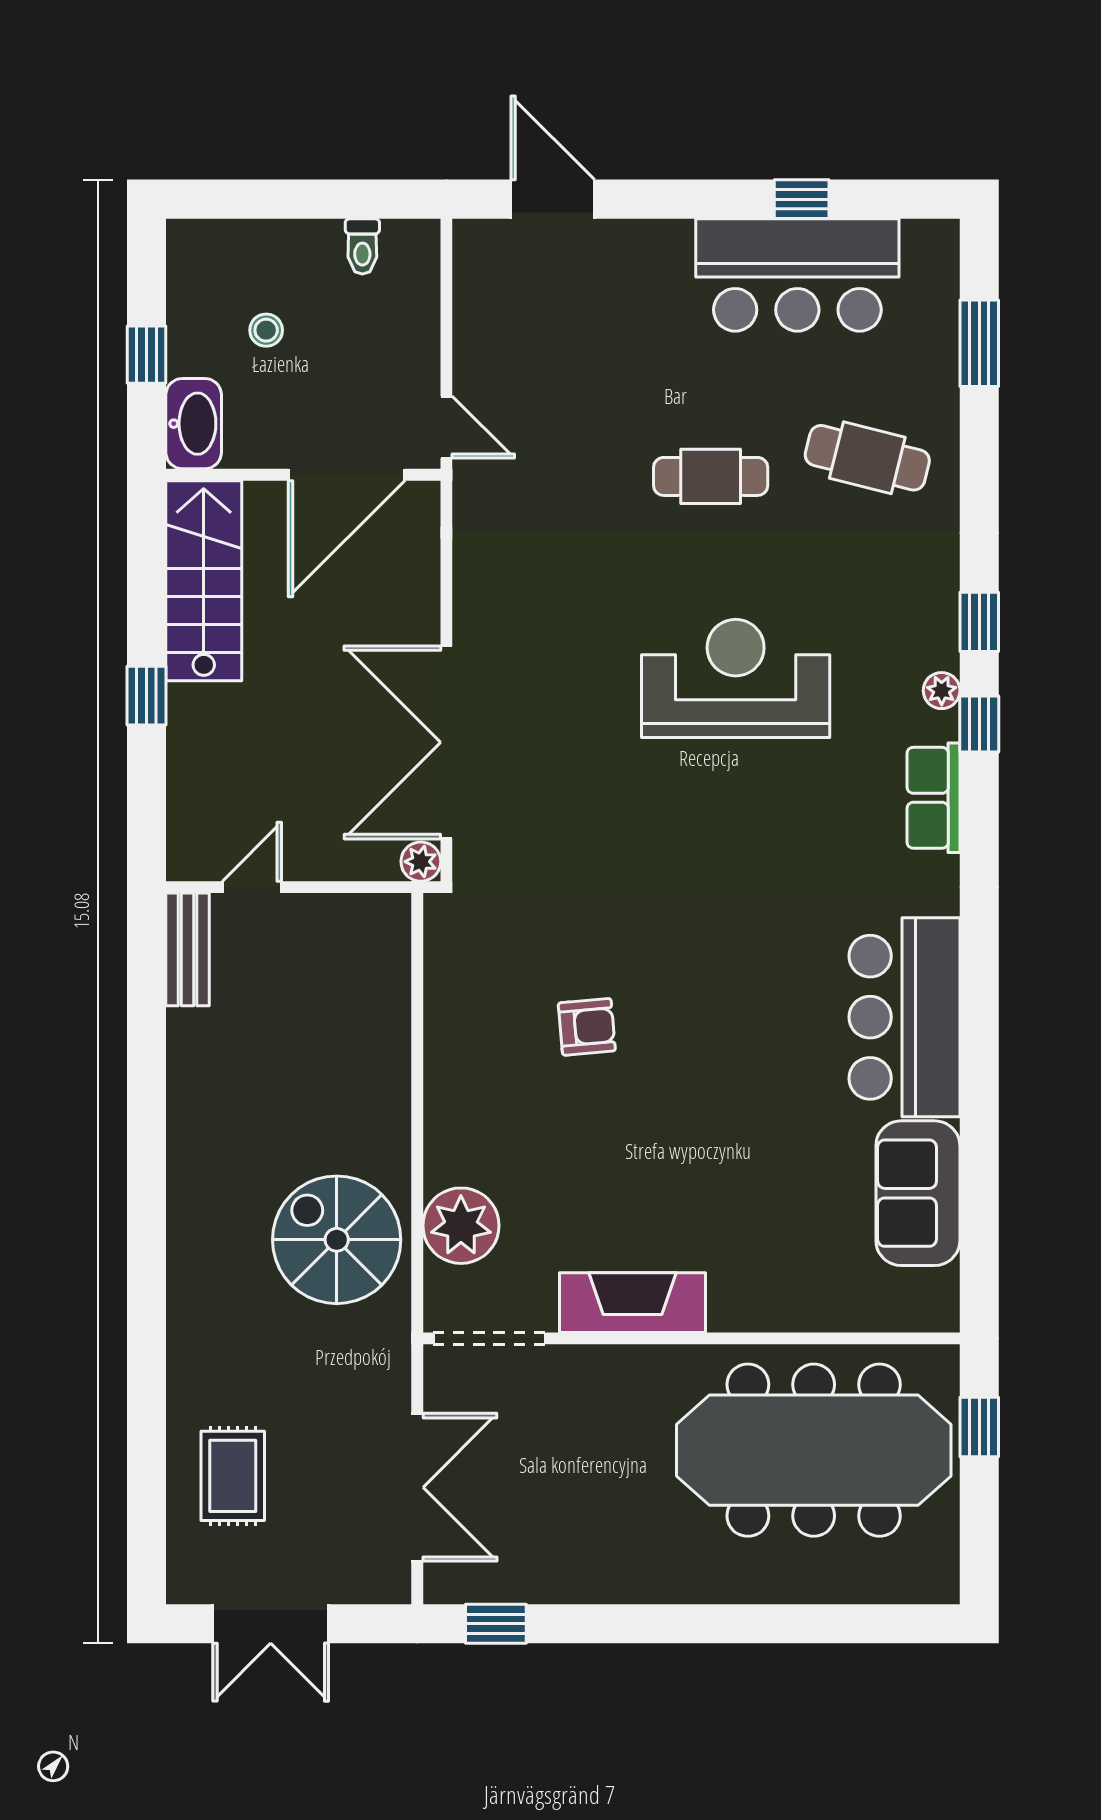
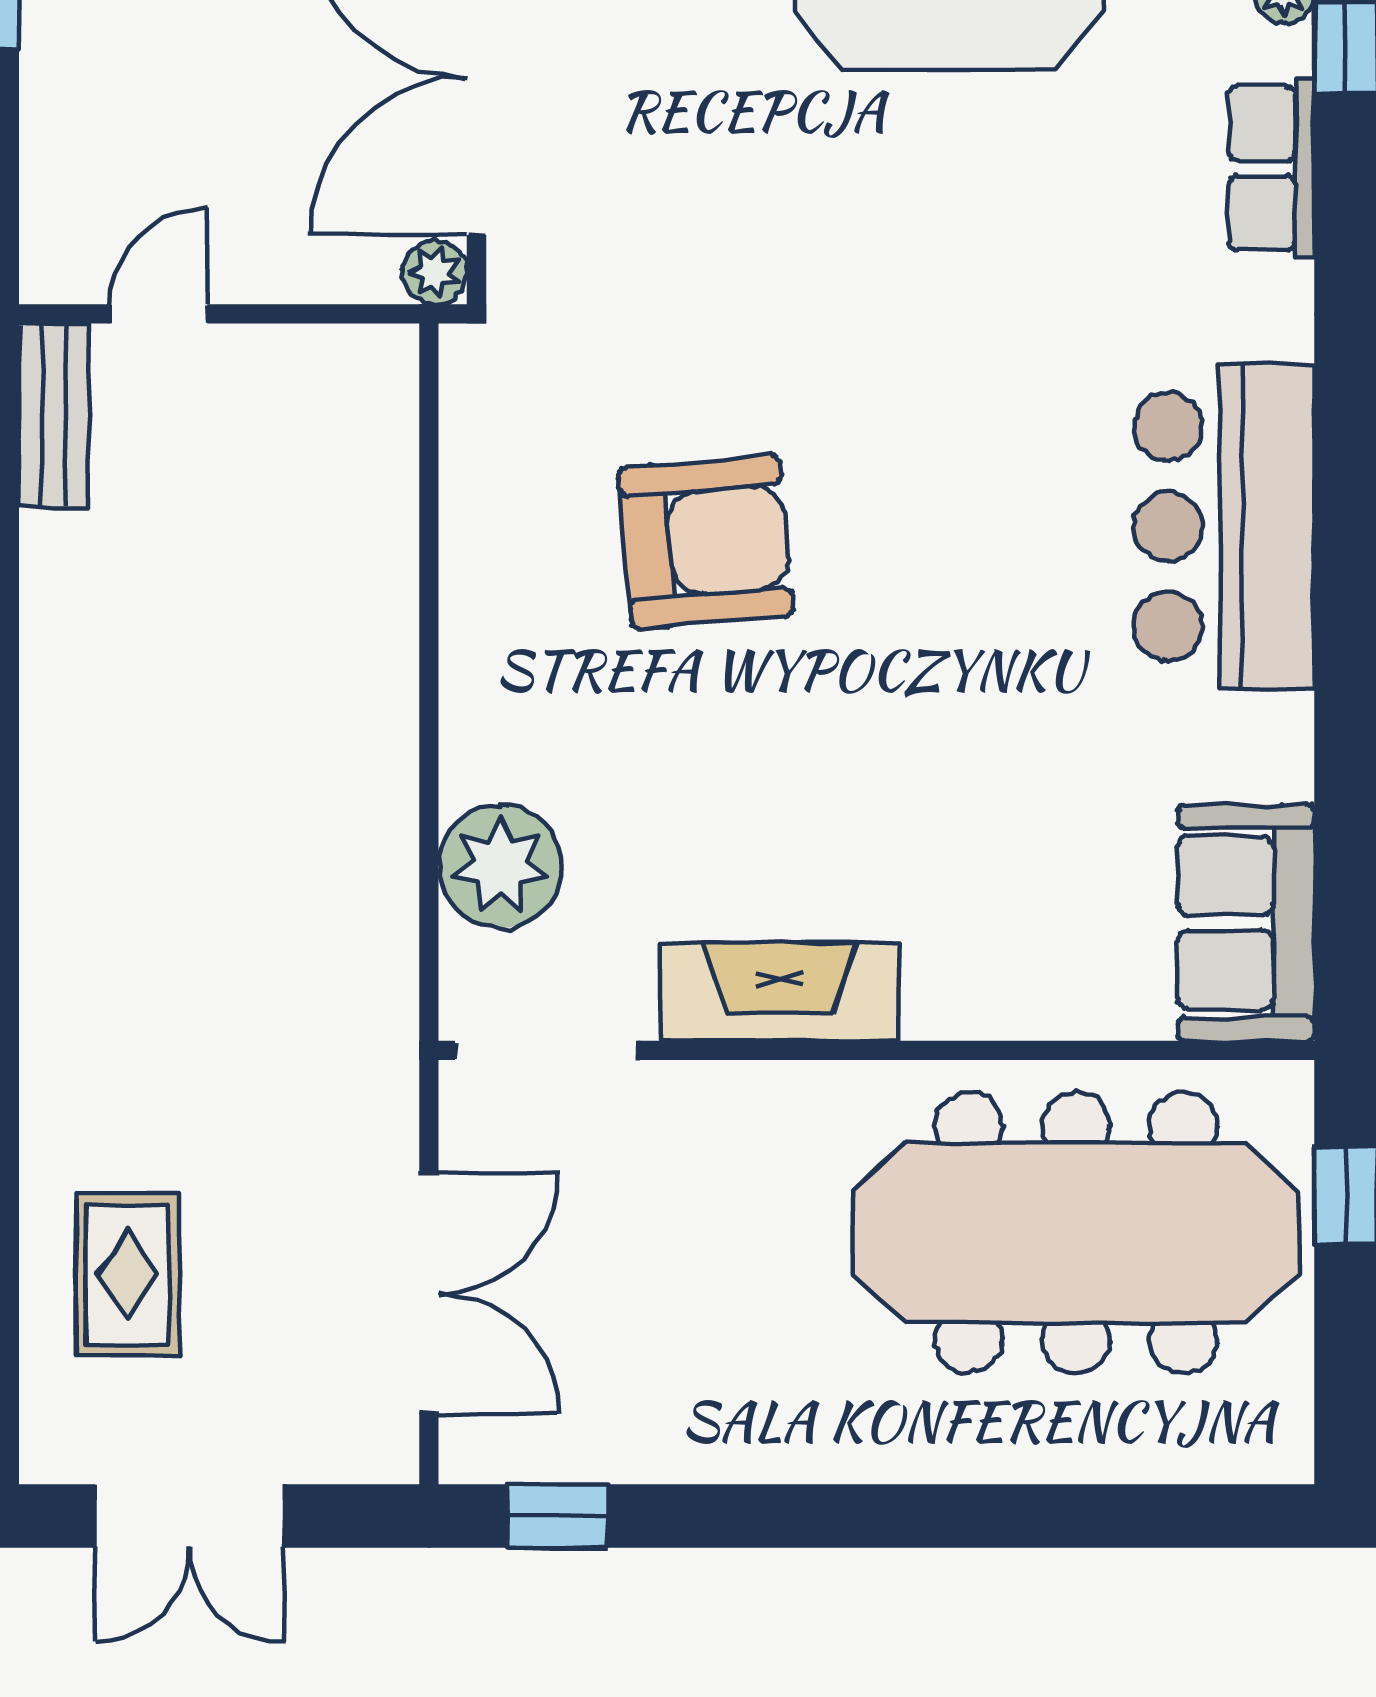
armchair: (587, 1027) -> (706, 542), width x1.88, depth x1.88
sofa: (918, 1193) -> (1246, 923), moved
spiral stairs: (337, 1240) -> (297, 889), removed

